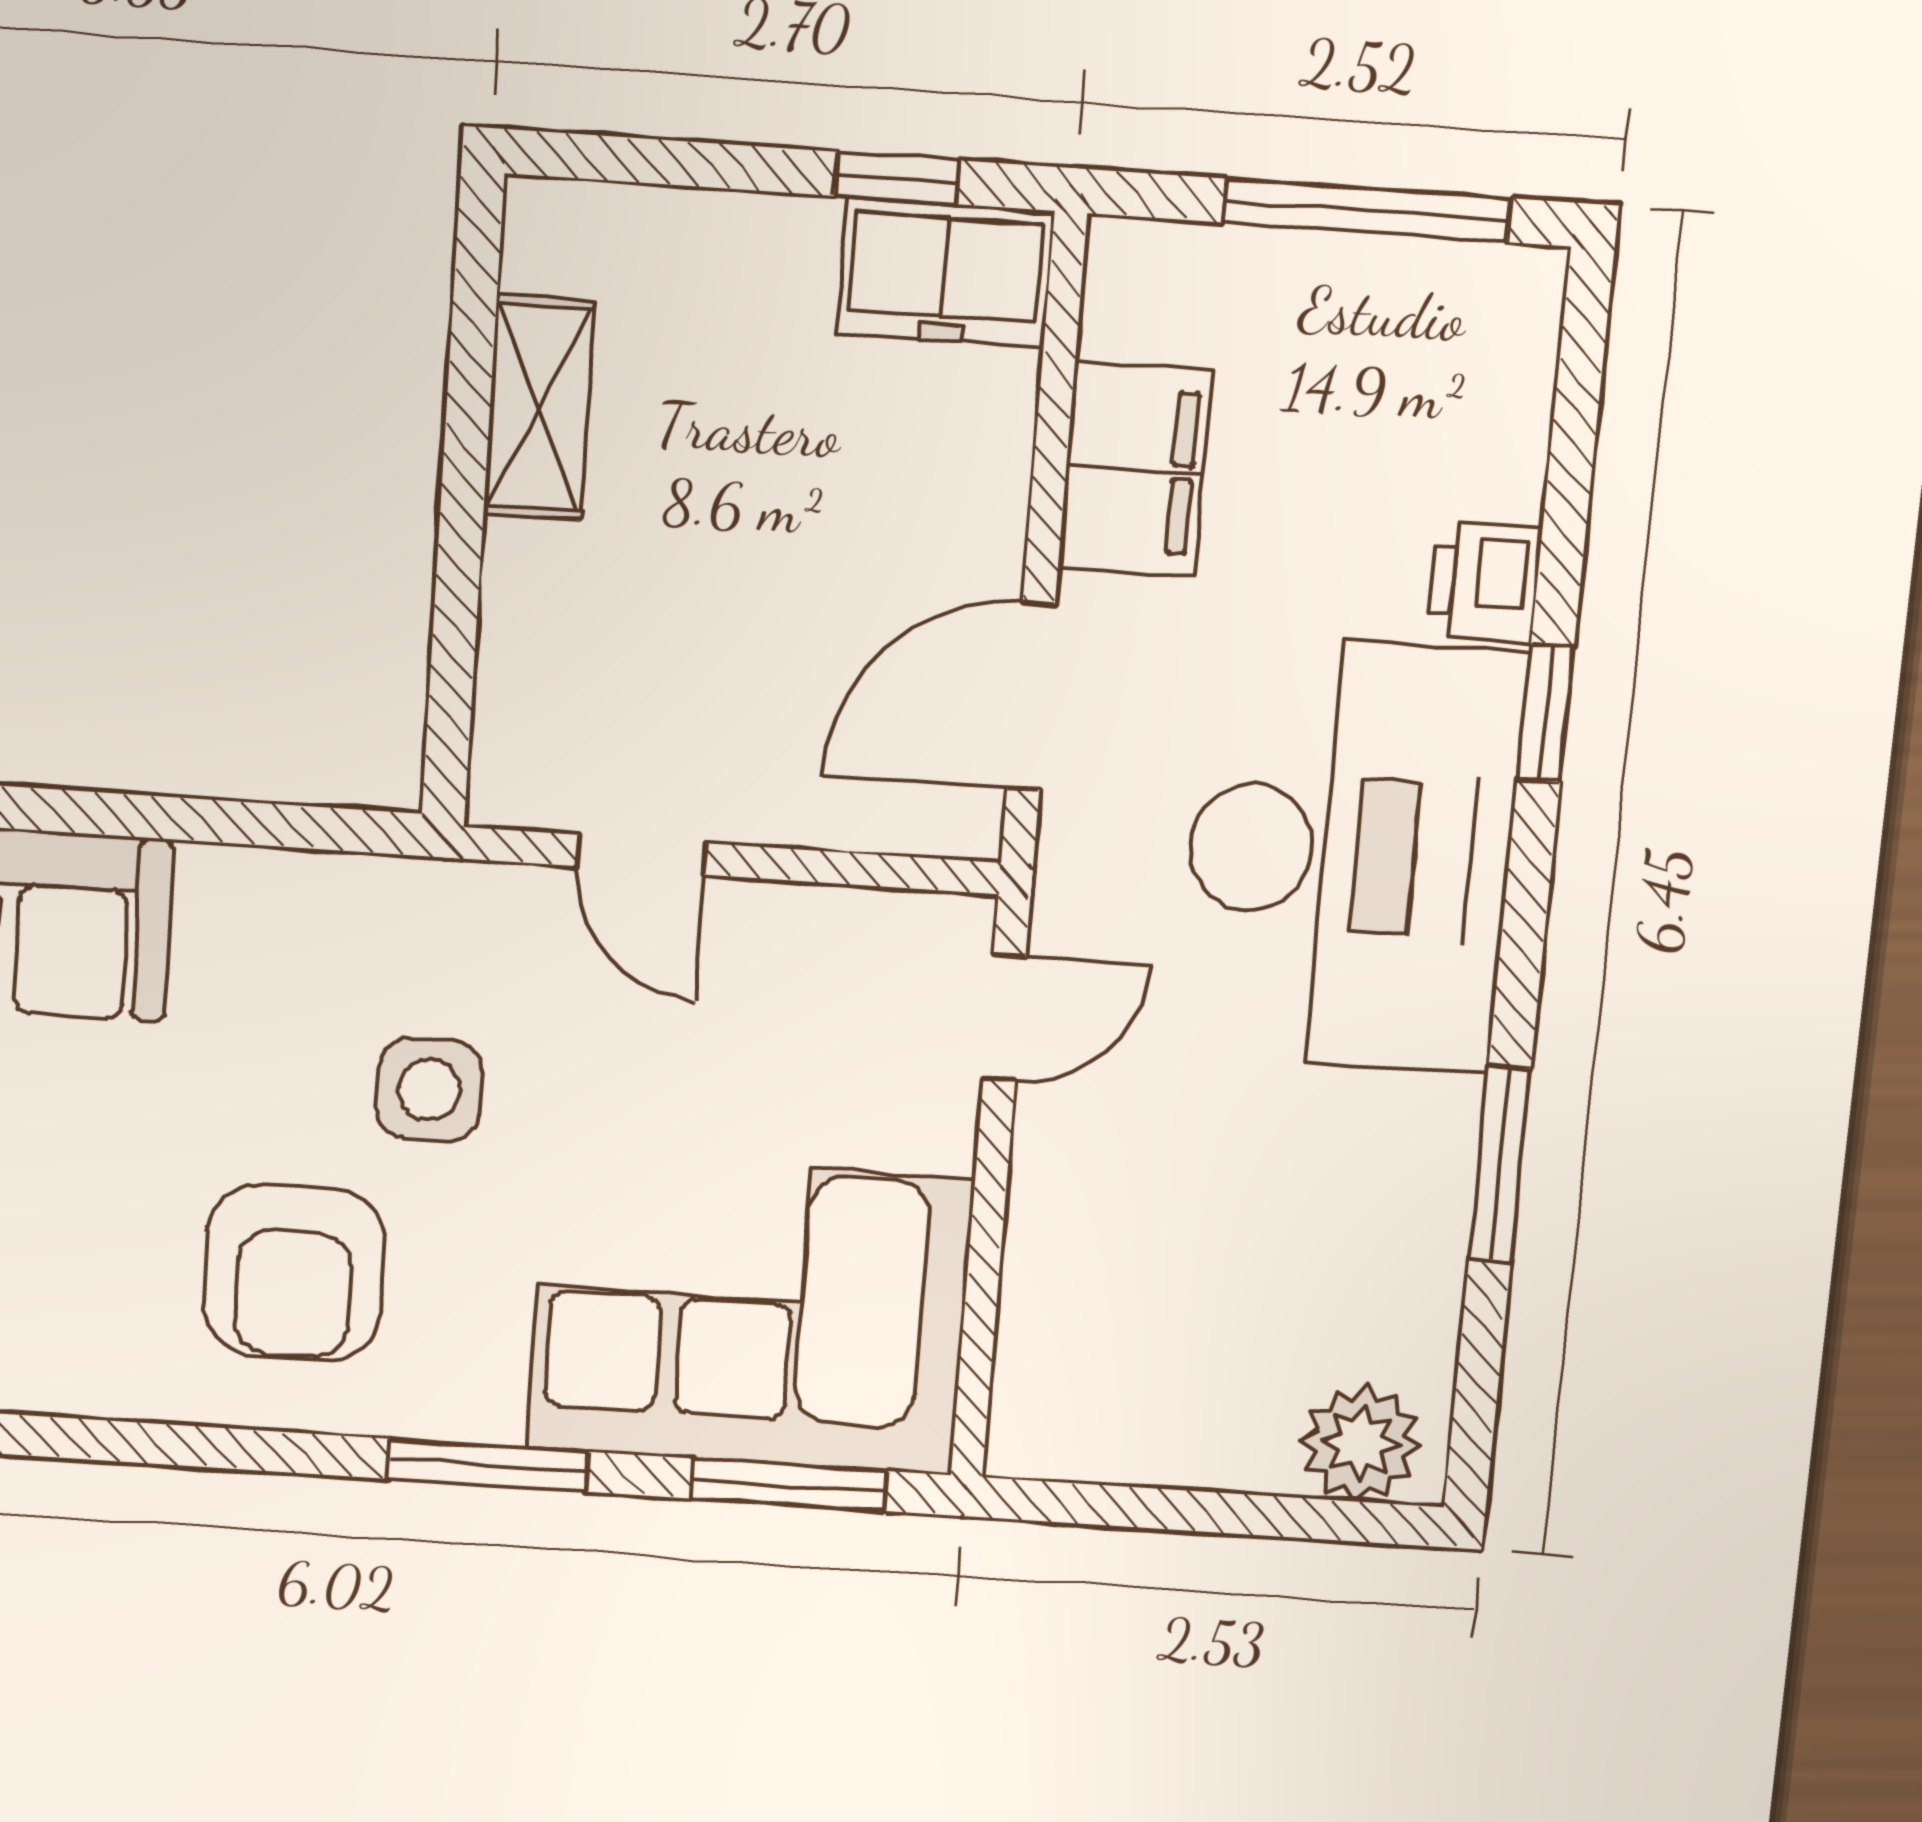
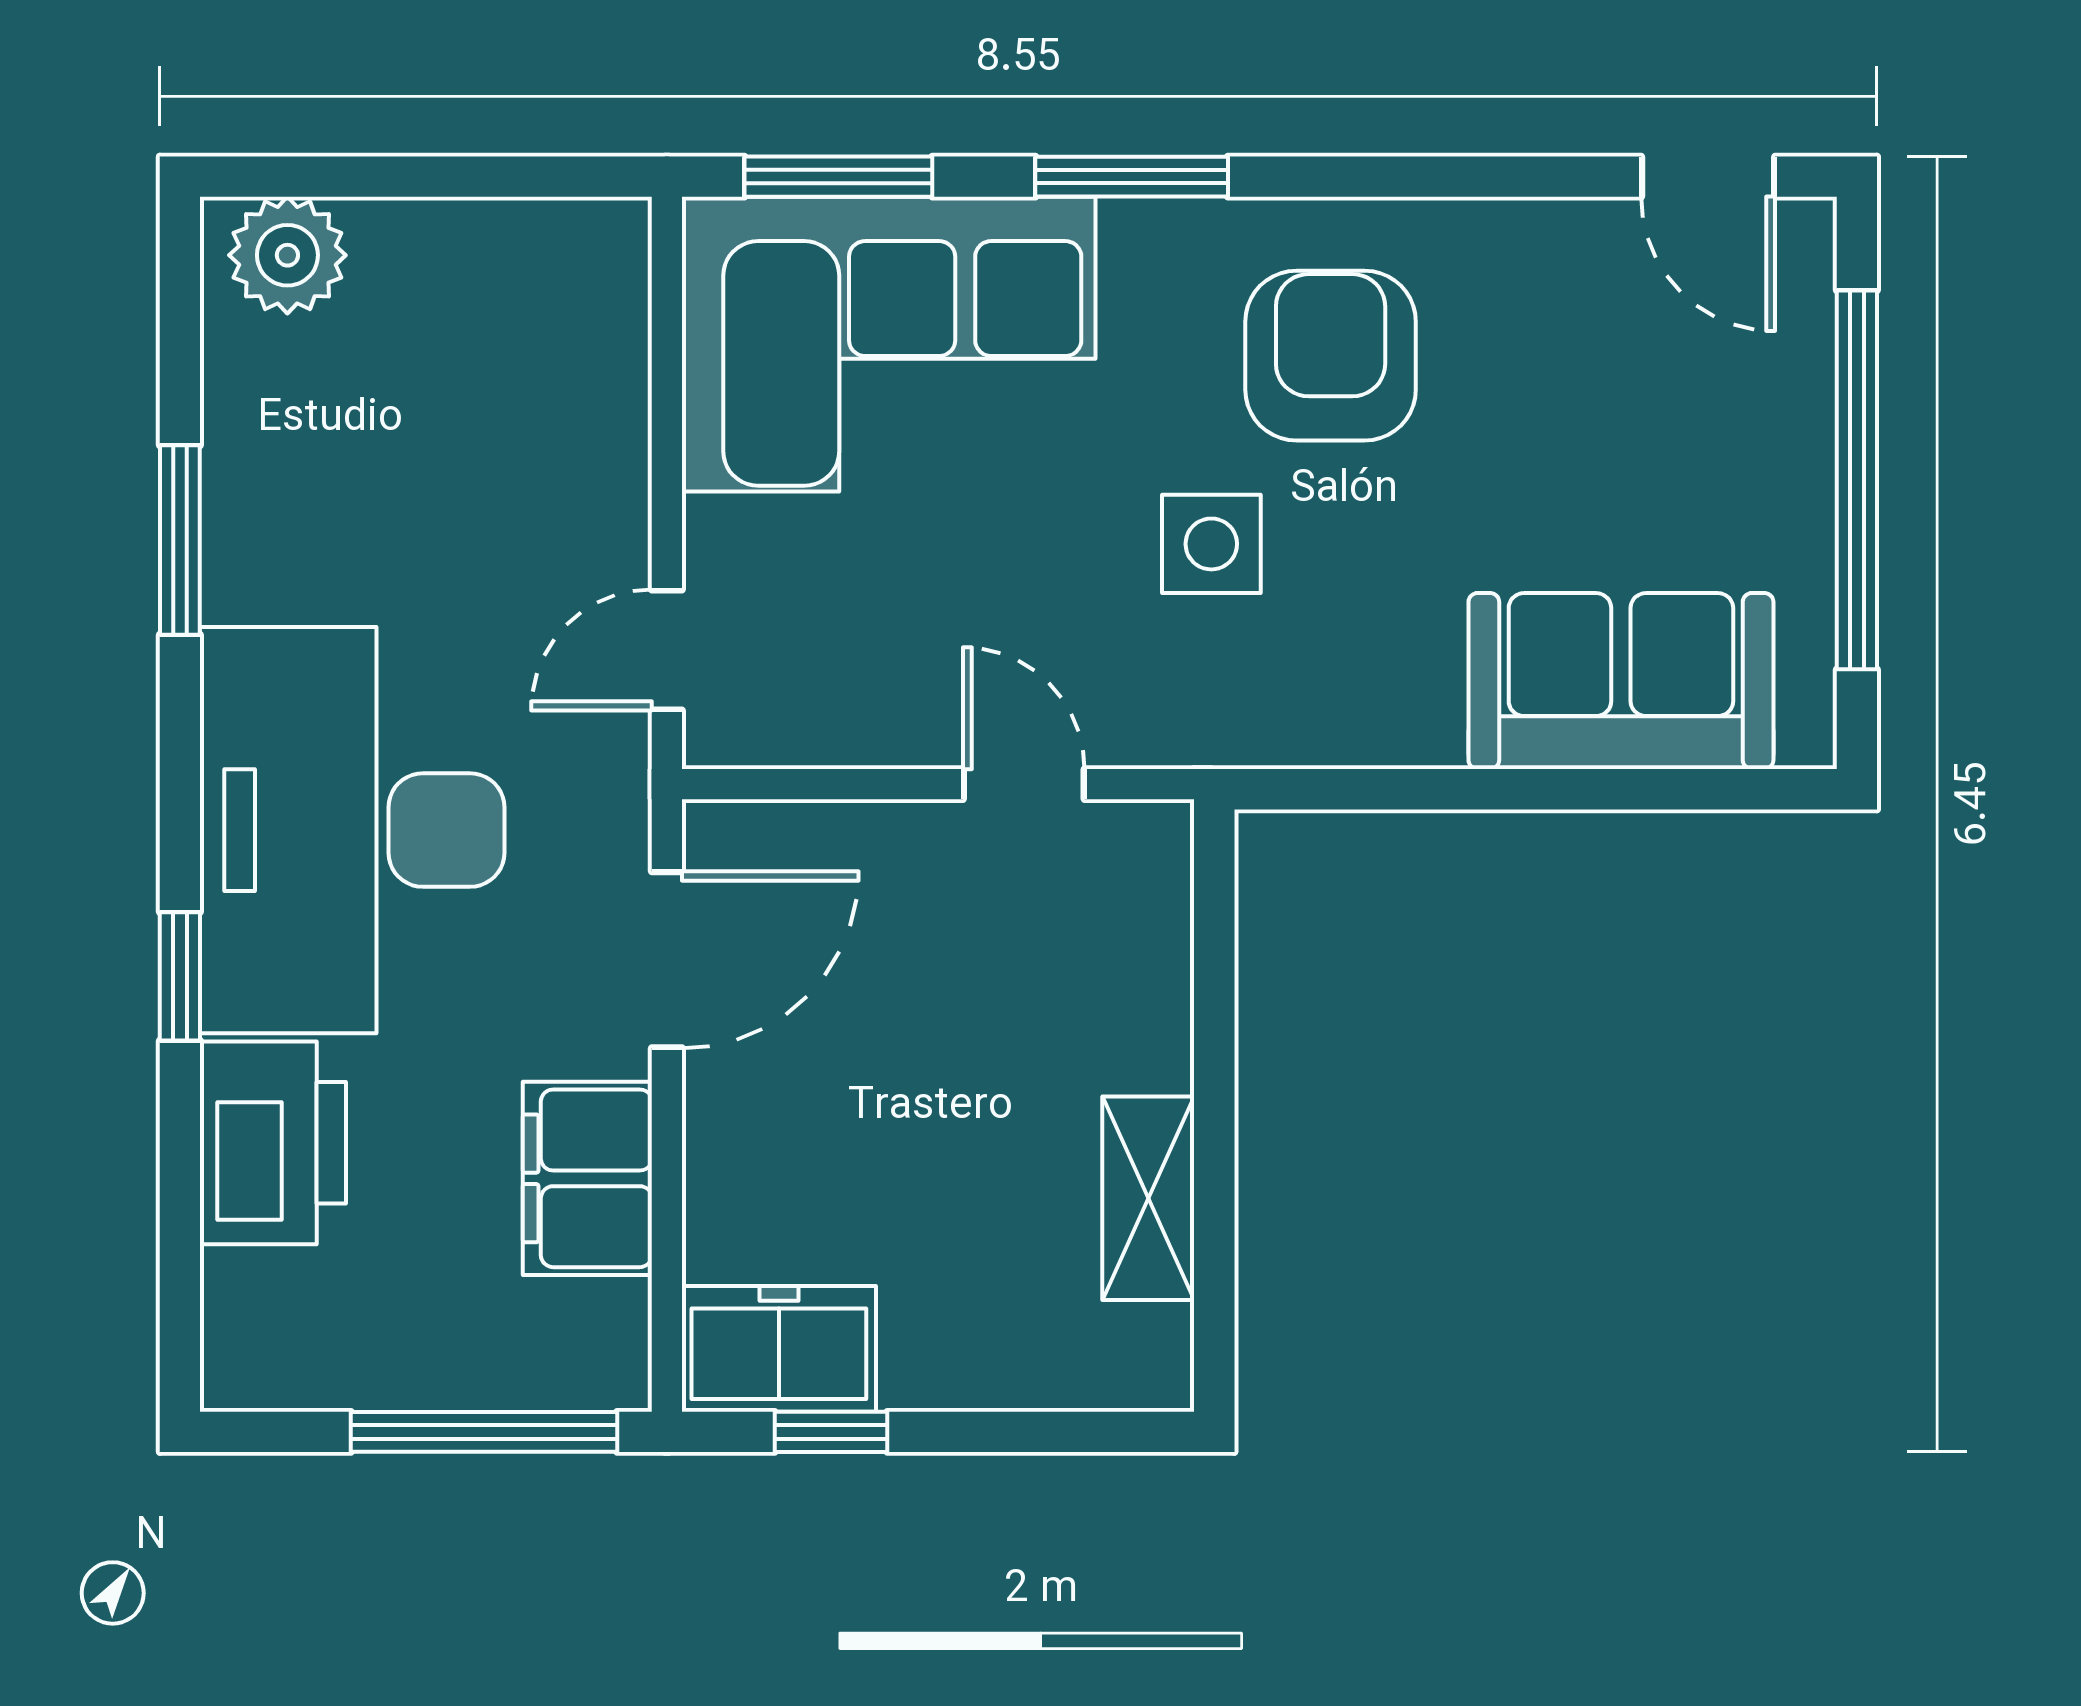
window: (1366, 210) -> (484, 1432), moved
printer: (1485, 582) -> (273, 1143), width x1.87, depth x1.48

